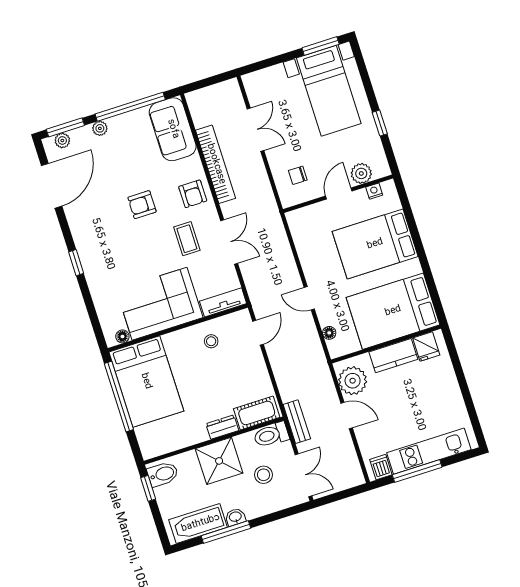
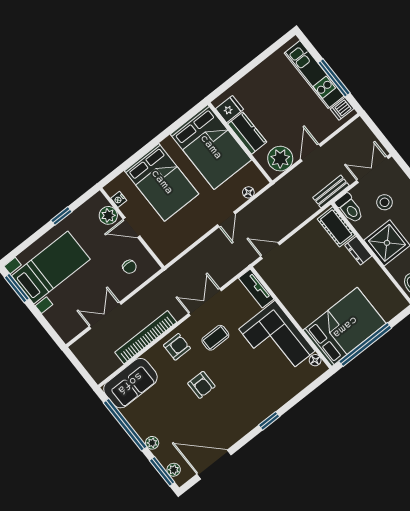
stool: (211, 341) -> (292, 286), removed

